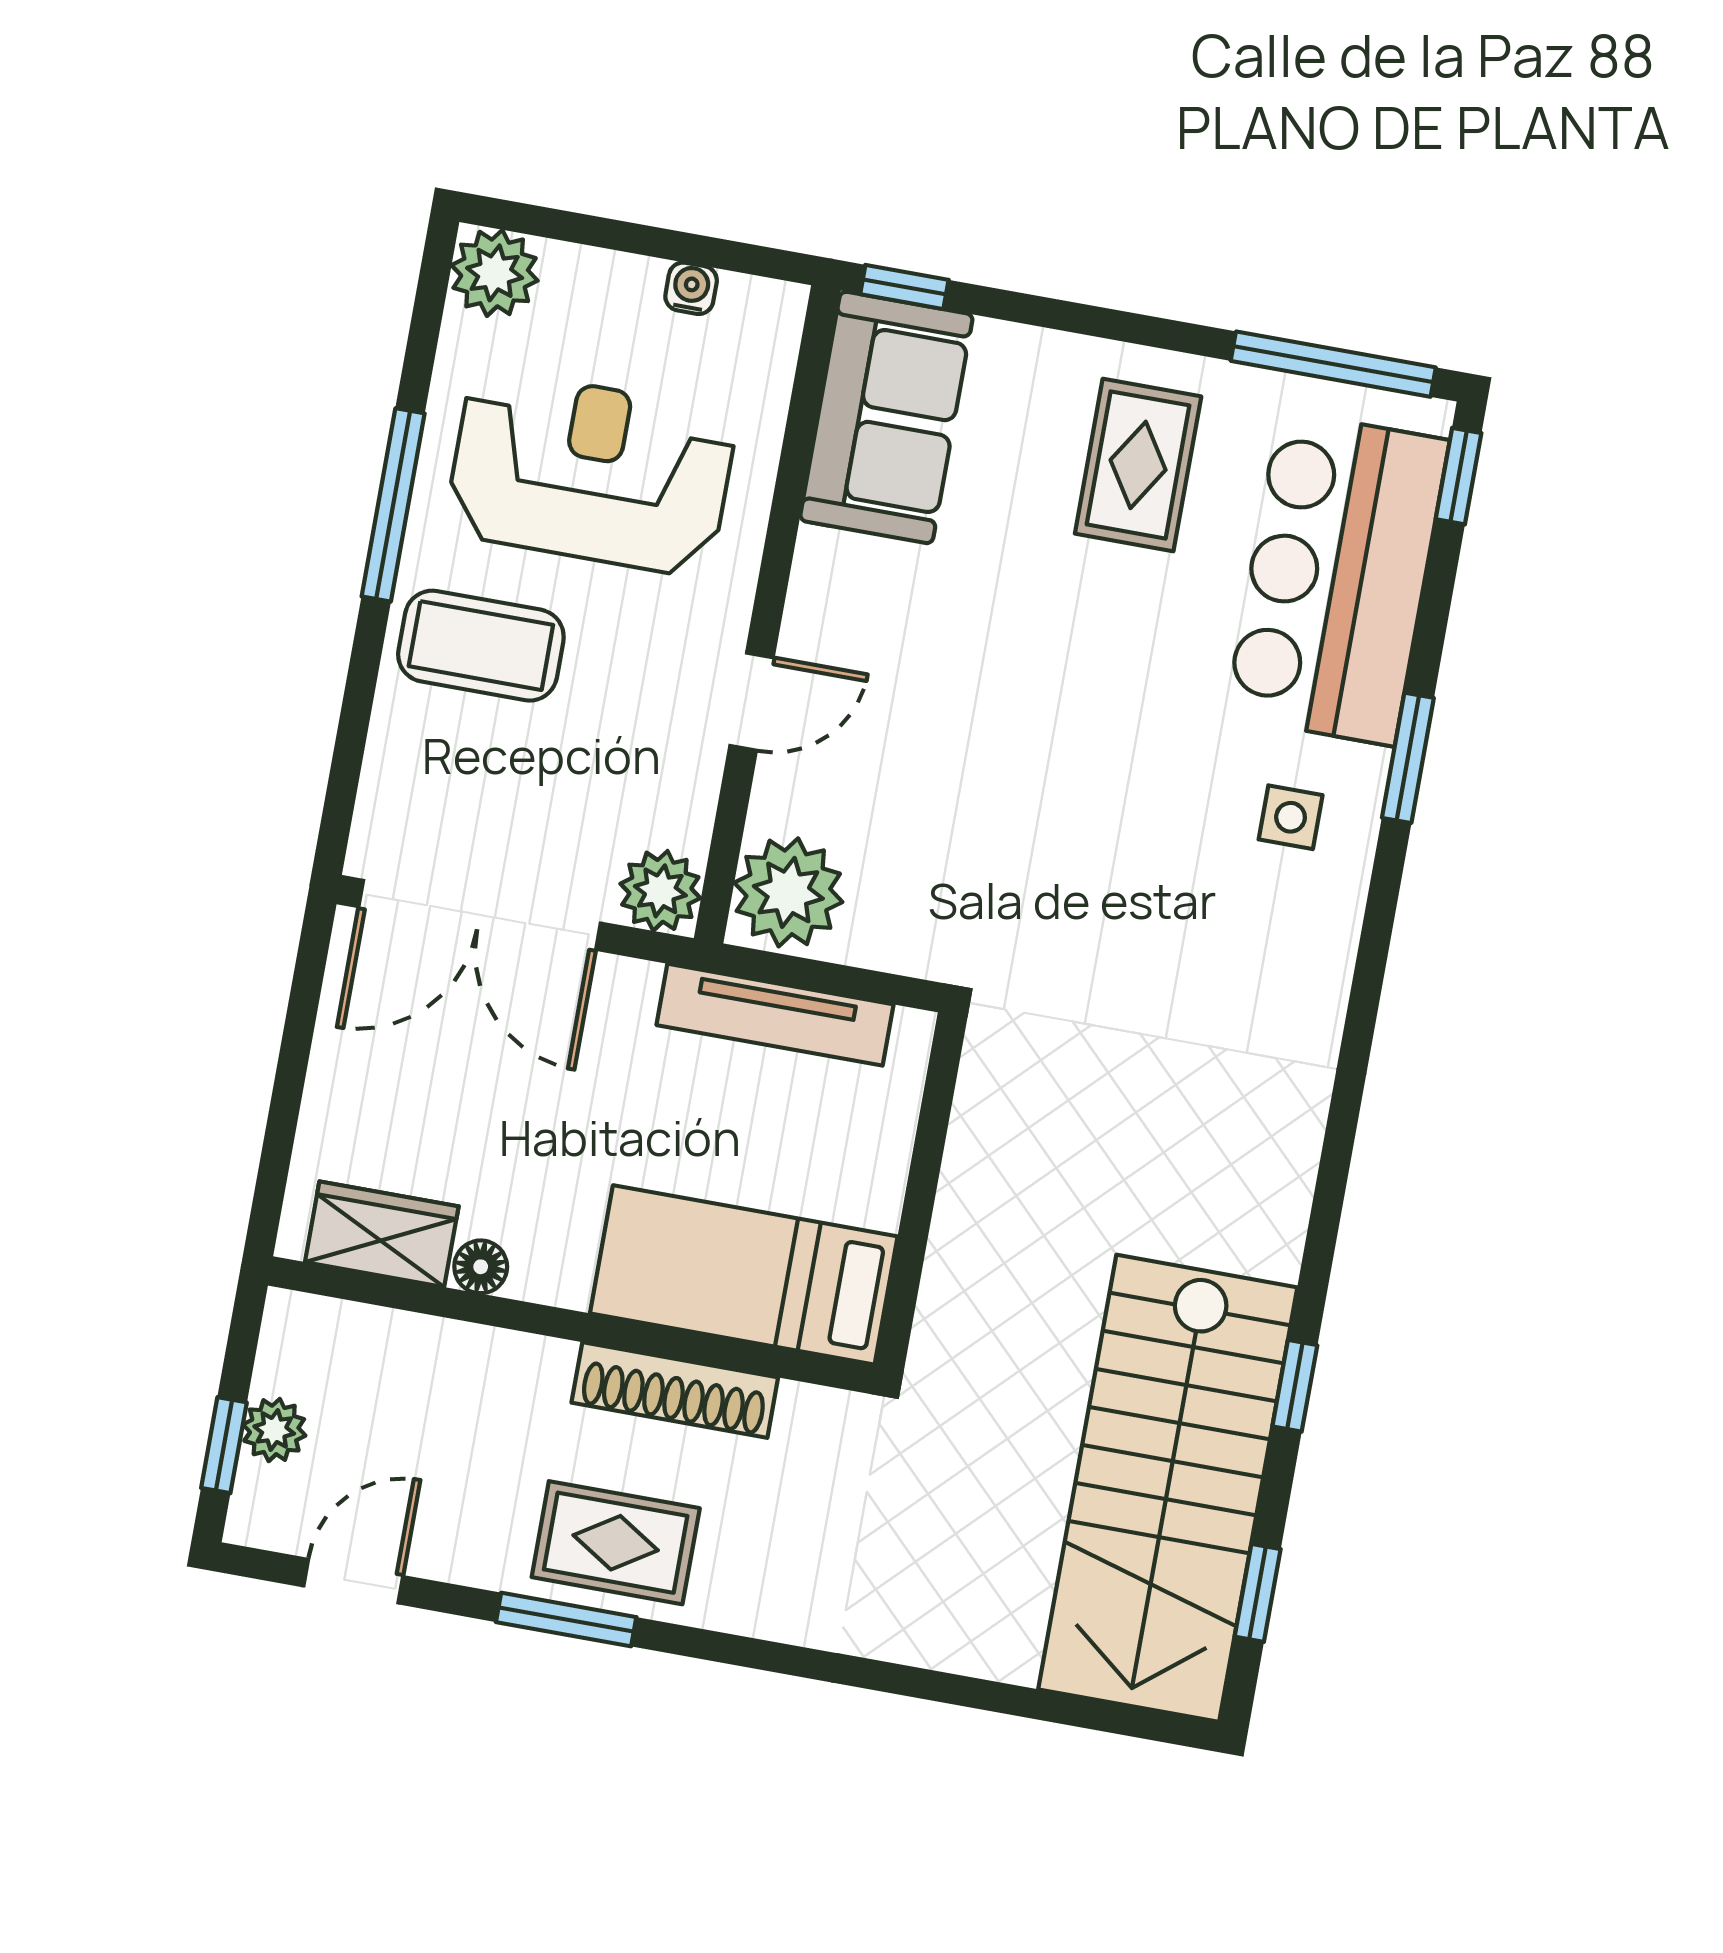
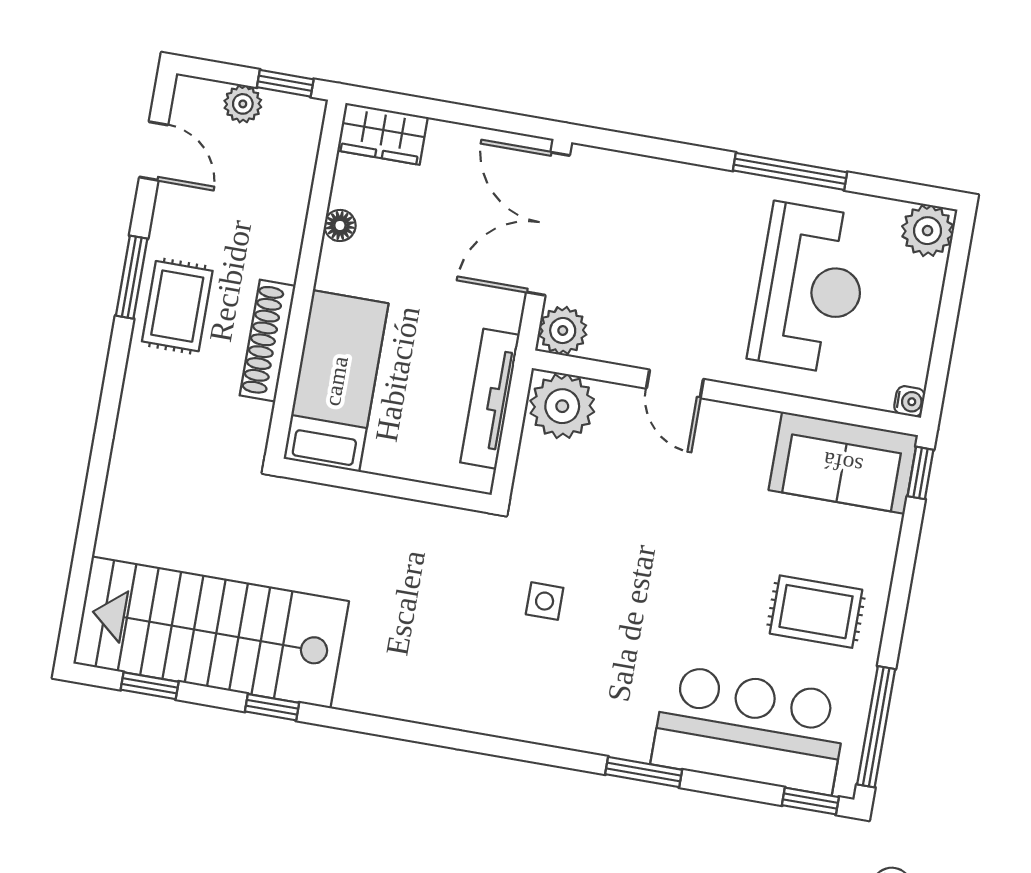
water cooler: (691, 288) -> (910, 401), moved
coffee table: (481, 646) -> (707, 224), removed
side table: (1291, 817) -> (545, 601), moved
wardrobe: (382, 1234) -> (383, 134), moved, turned 90
window: (224, 1445) -> (285, 83), moved

